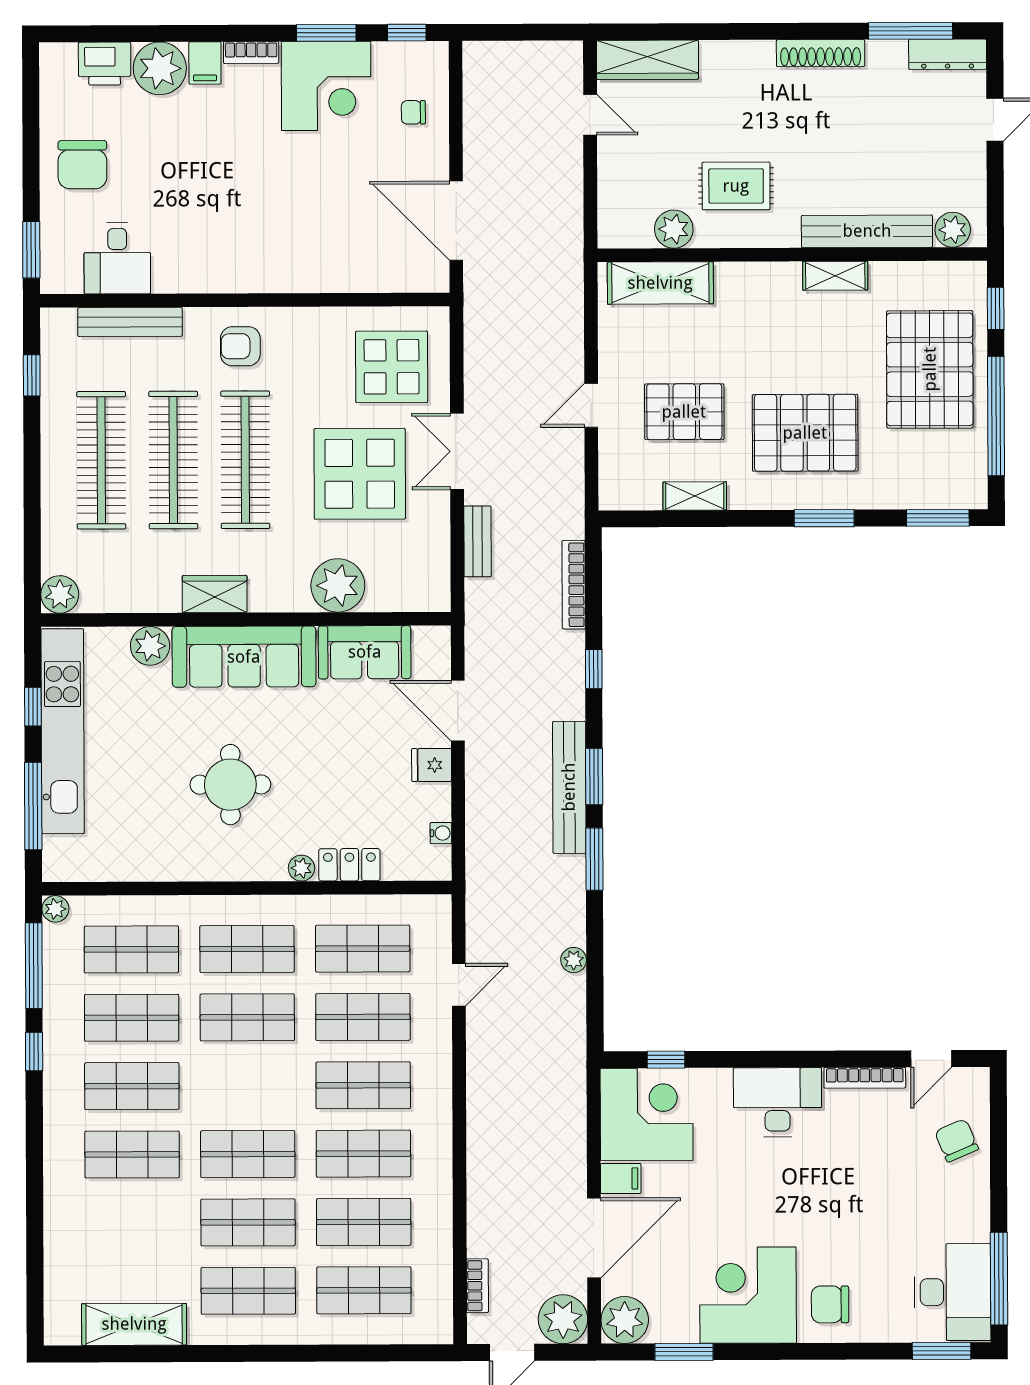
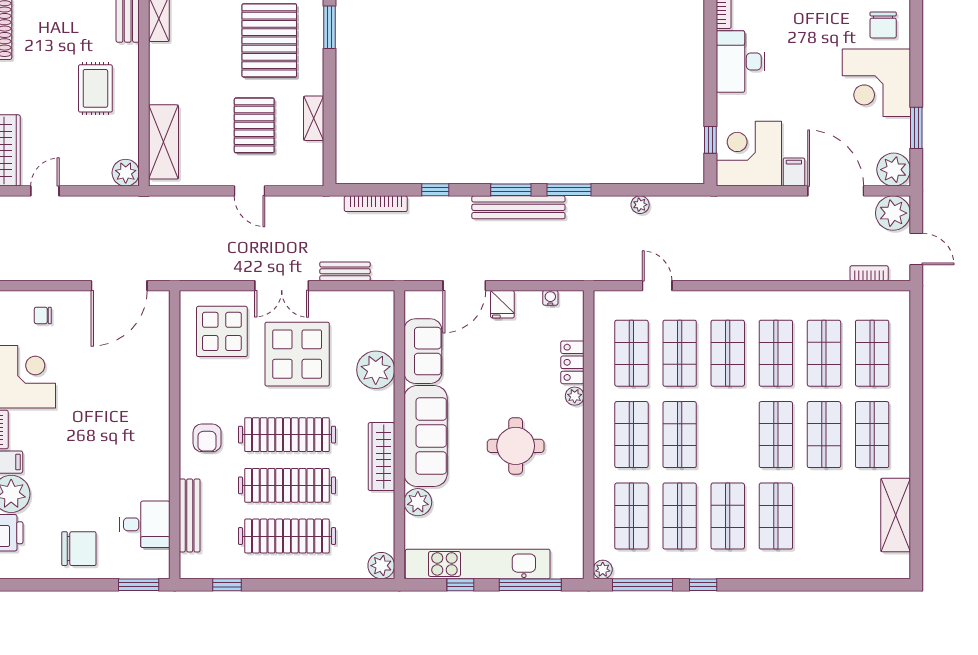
chair: (413, 112) -> (43, 315), turned 90
plant: (674, 229) -> (126, 173), moved
wardrobe: (215, 594) -> (381, 457), width x1.50

